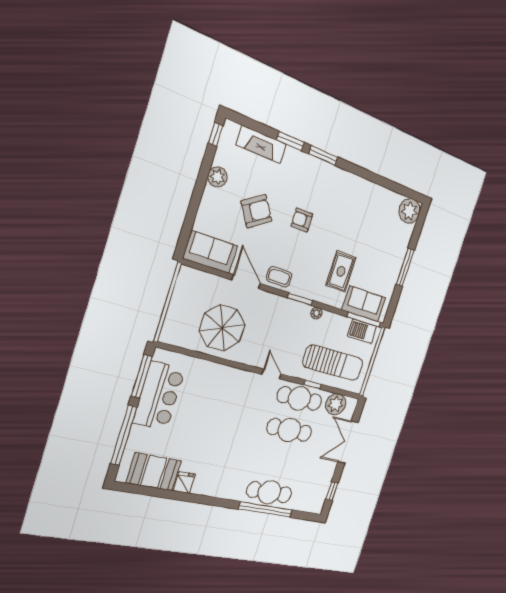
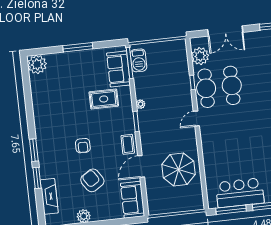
sun lounger: (333, 363) -> (171, 73), removed

